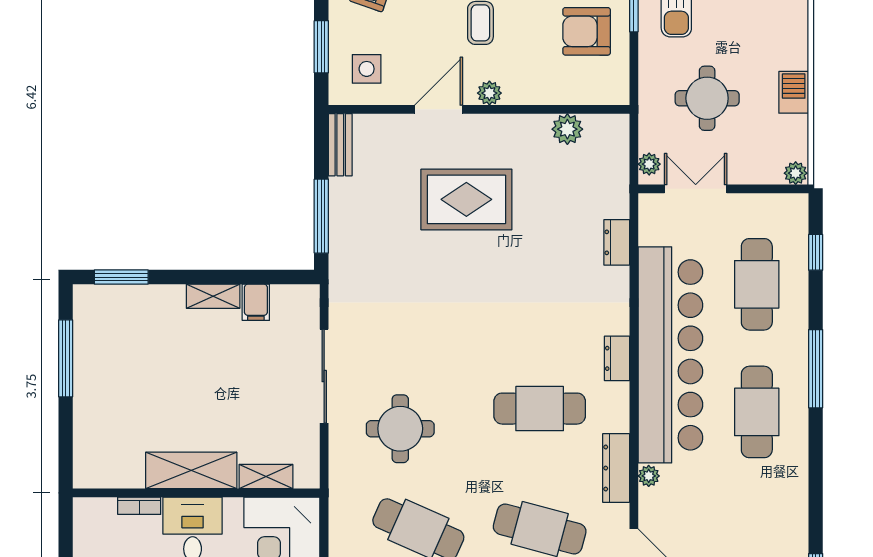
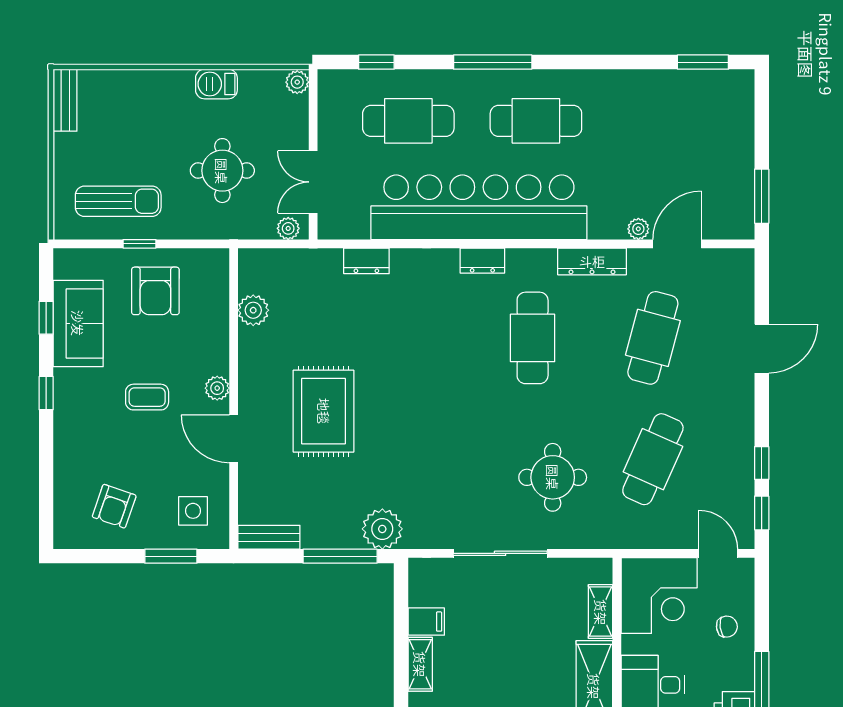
plant: (349, 258) -> (382, 529), added
plant: (649, 476) -> (638, 229), moved

